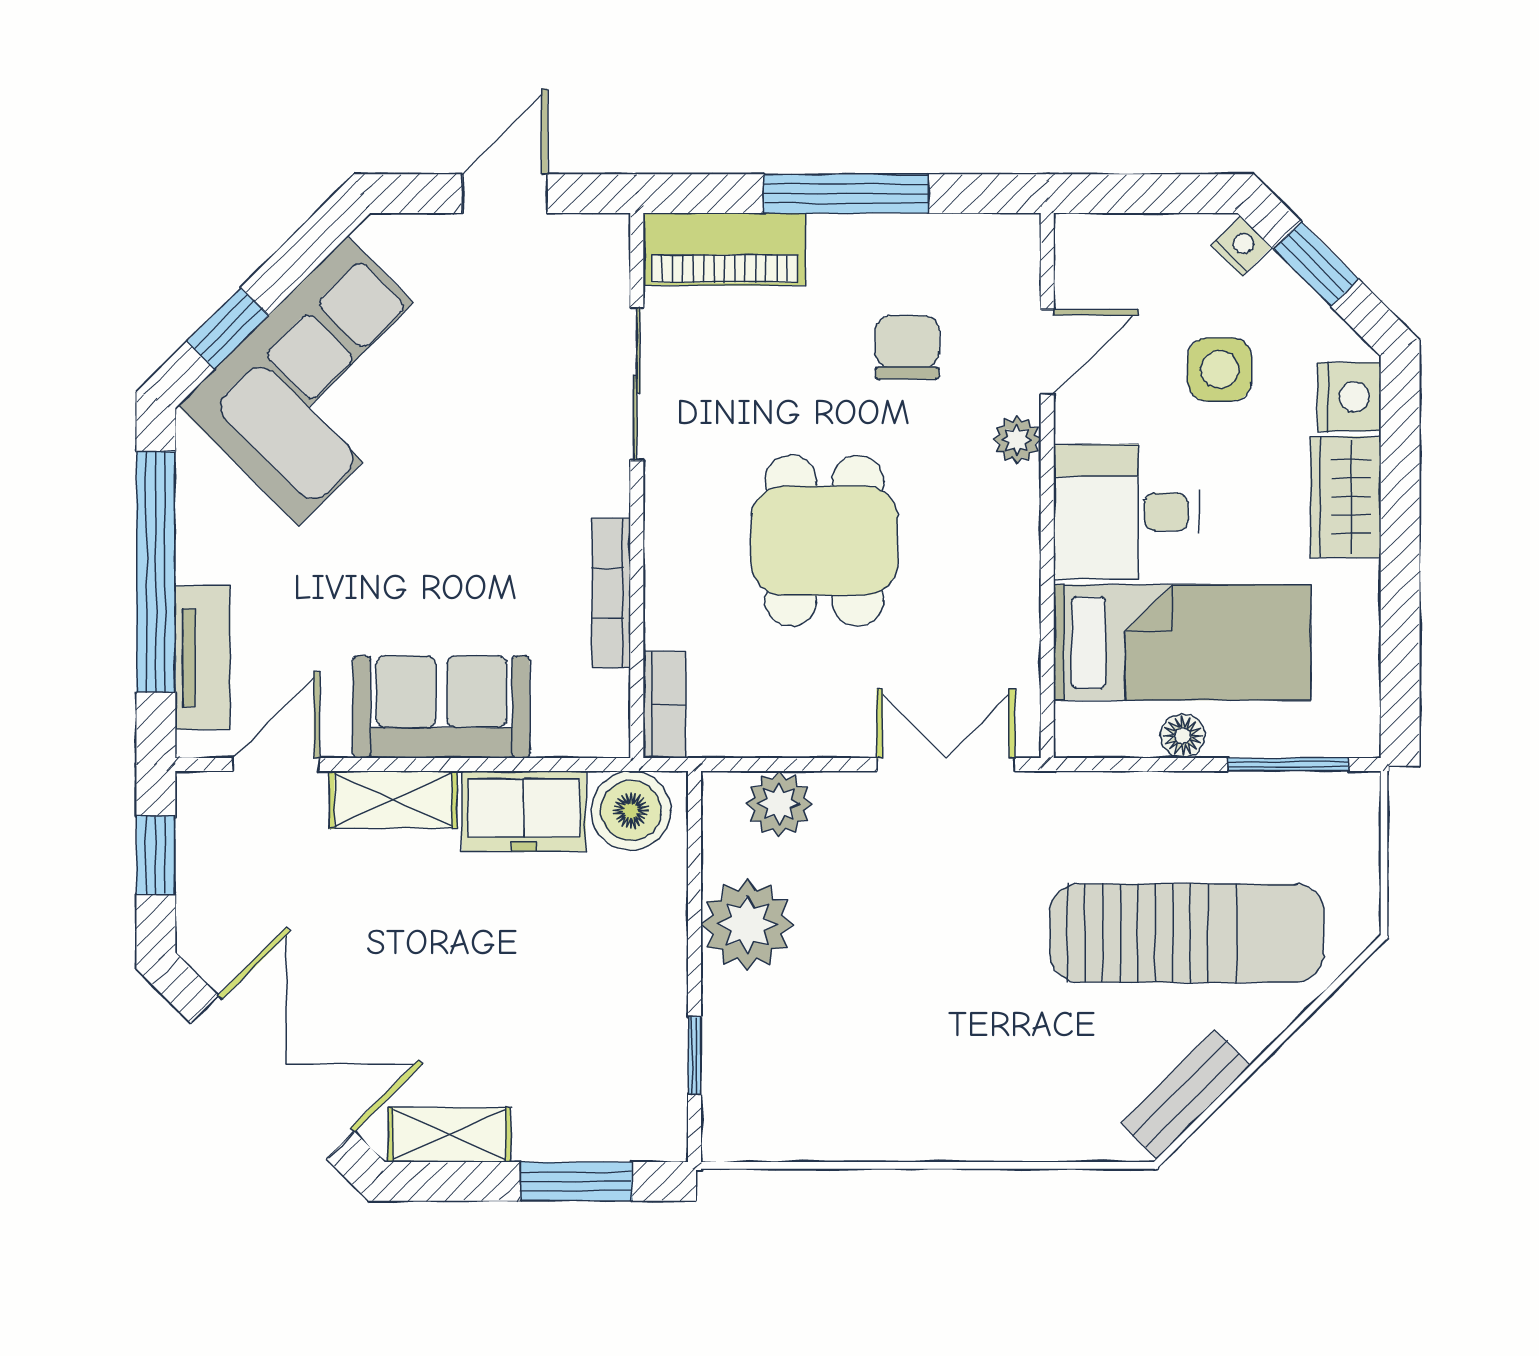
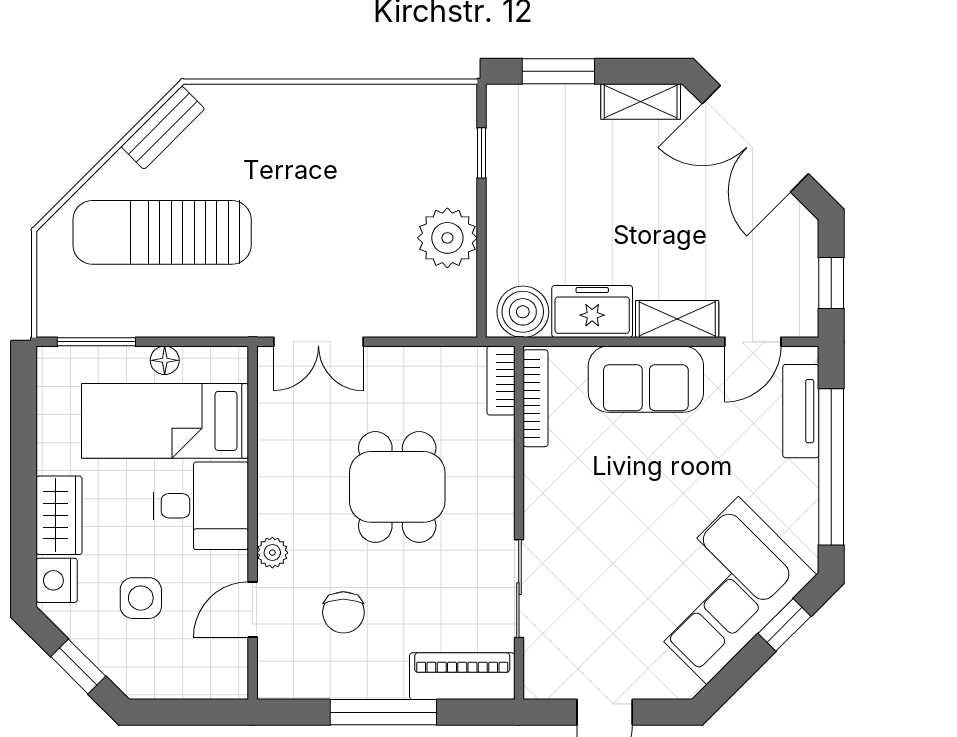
nightstand: (1241, 246) -> (127, 678), removed
bookcase: (611, 593) -> (536, 398), moved
plant: (779, 804) -> (427, 316), removed

